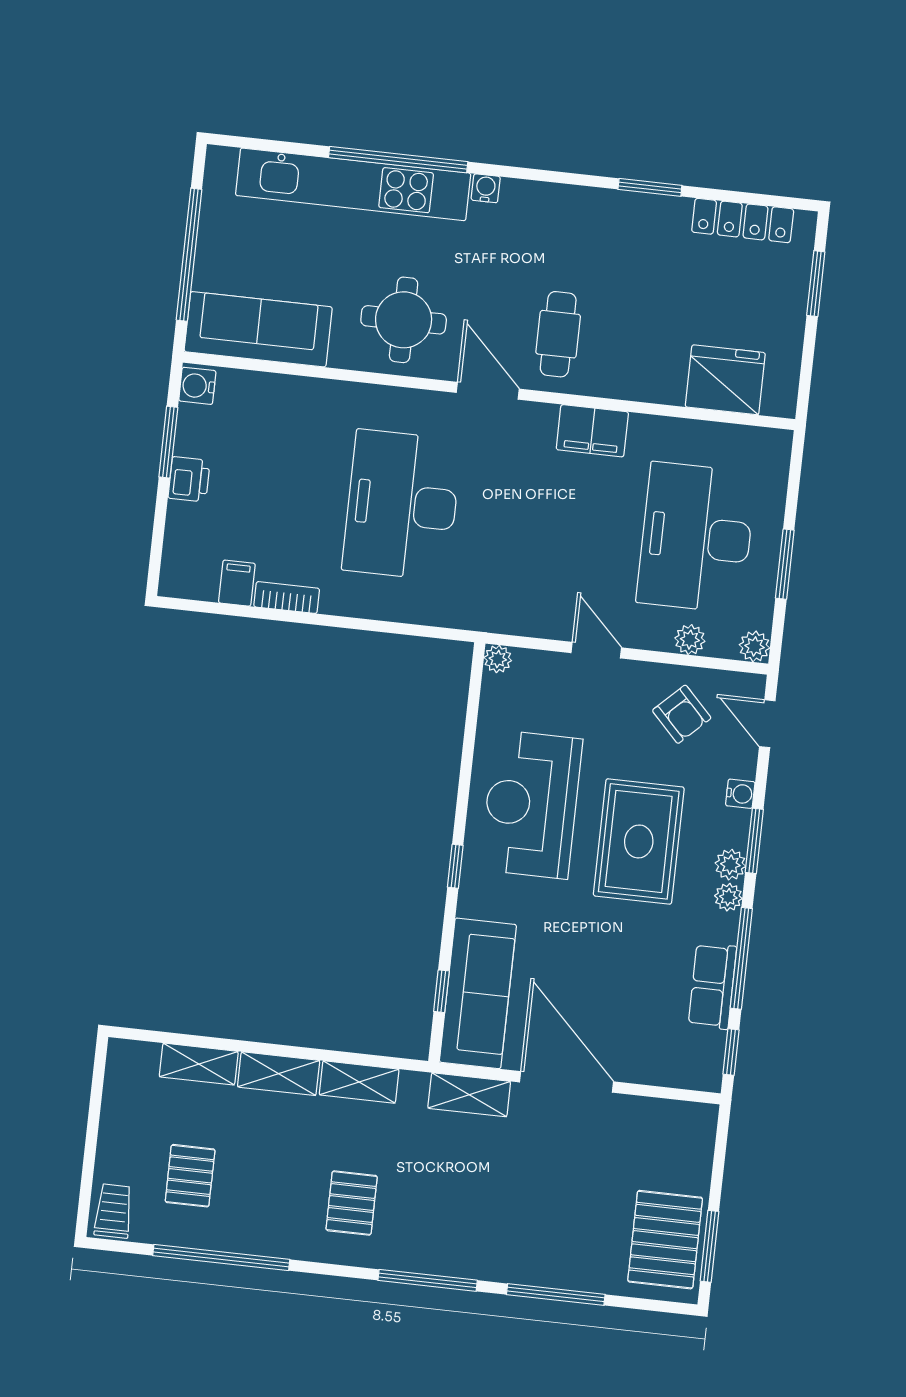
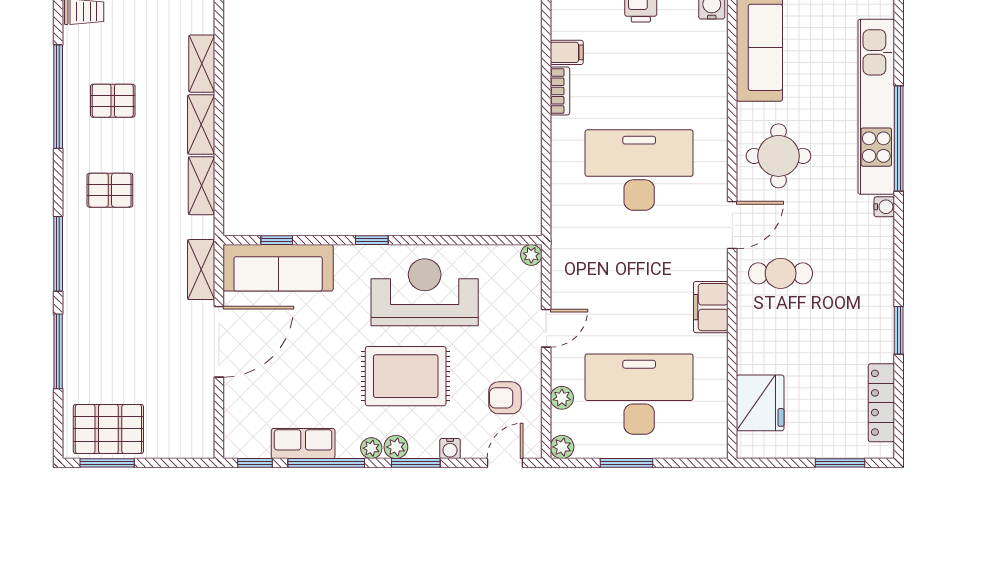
armchair: (682, 714) -> (505, 398), turned 44
pallet: (190, 1176) -> (113, 101), moved

